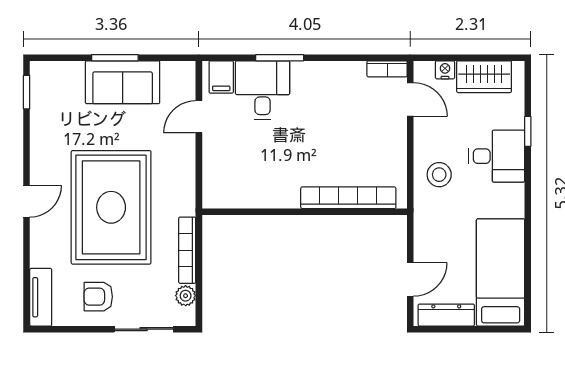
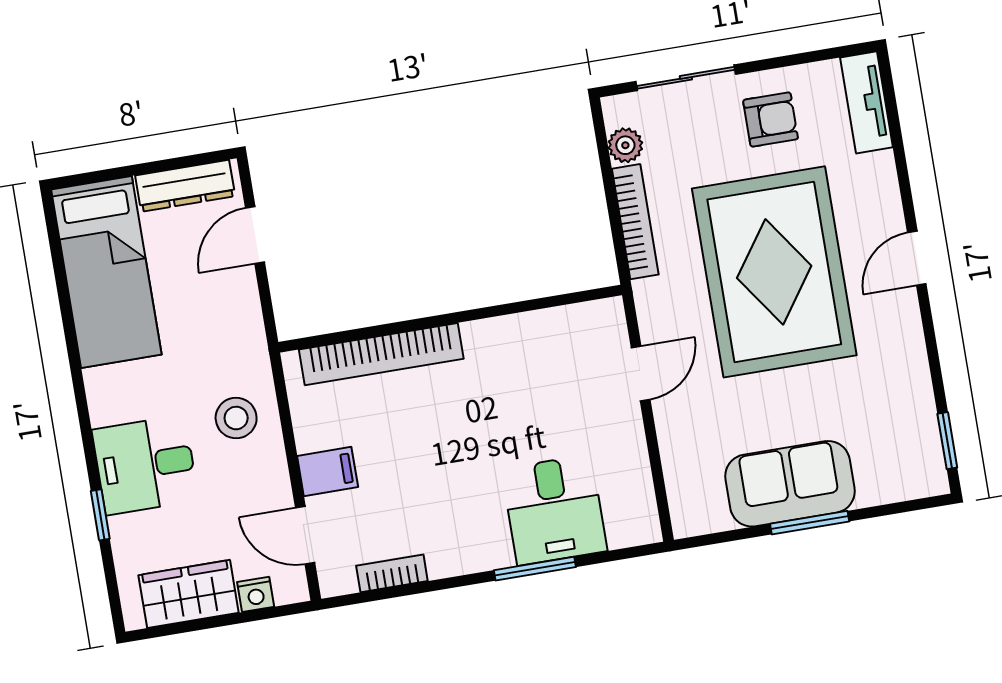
bookcase: (387, 69) -> (392, 573), moved
filing cabinet: (221, 77) -> (328, 472), moved, turned 90
door: (199, 117) -> (641, 373), moved

